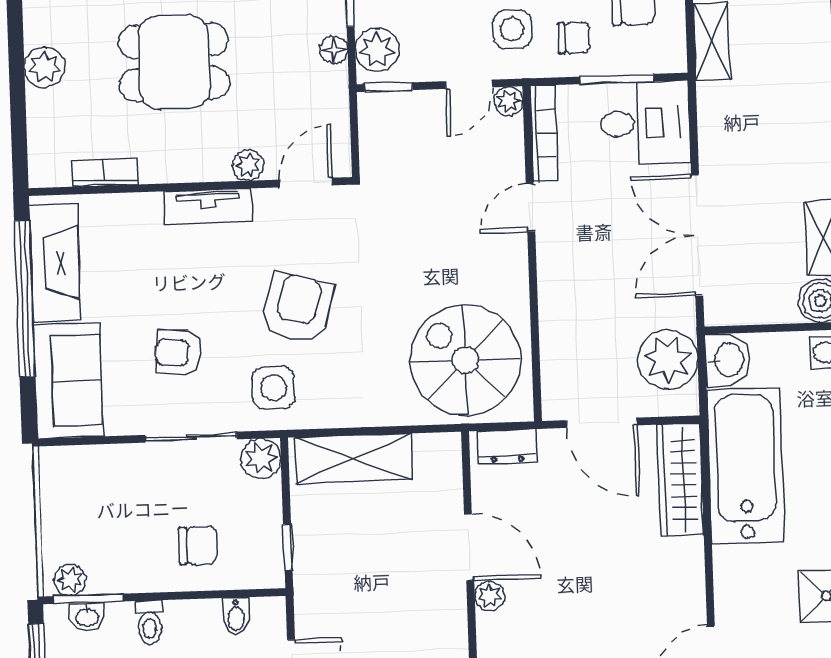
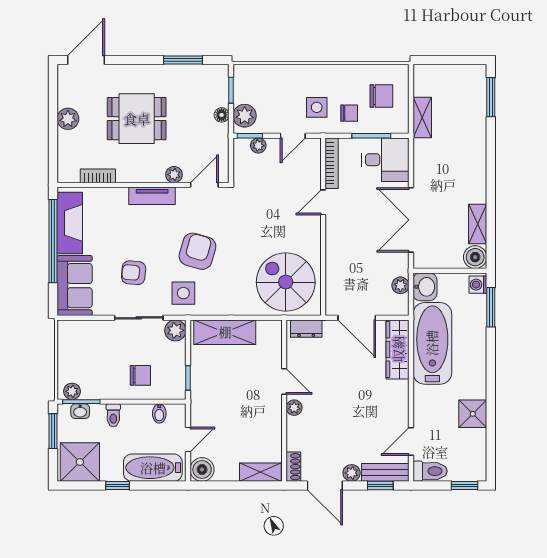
plant: (508, 101) -> (258, 145), moved
plant: (668, 359) -> (400, 285), width x0.53, depth x0.53
door: (469, 547) -> (284, 381), width x0.73

